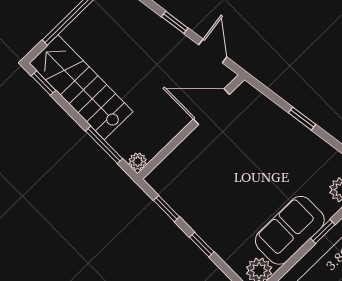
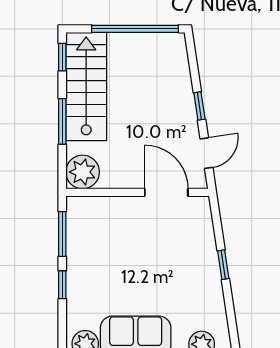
window: (104, 145) -> (62, 121), moved
plant: (138, 161) -> (83, 172), width x1.88, depth x1.88
window: (166, 209) -> (62, 234), width x1.50

